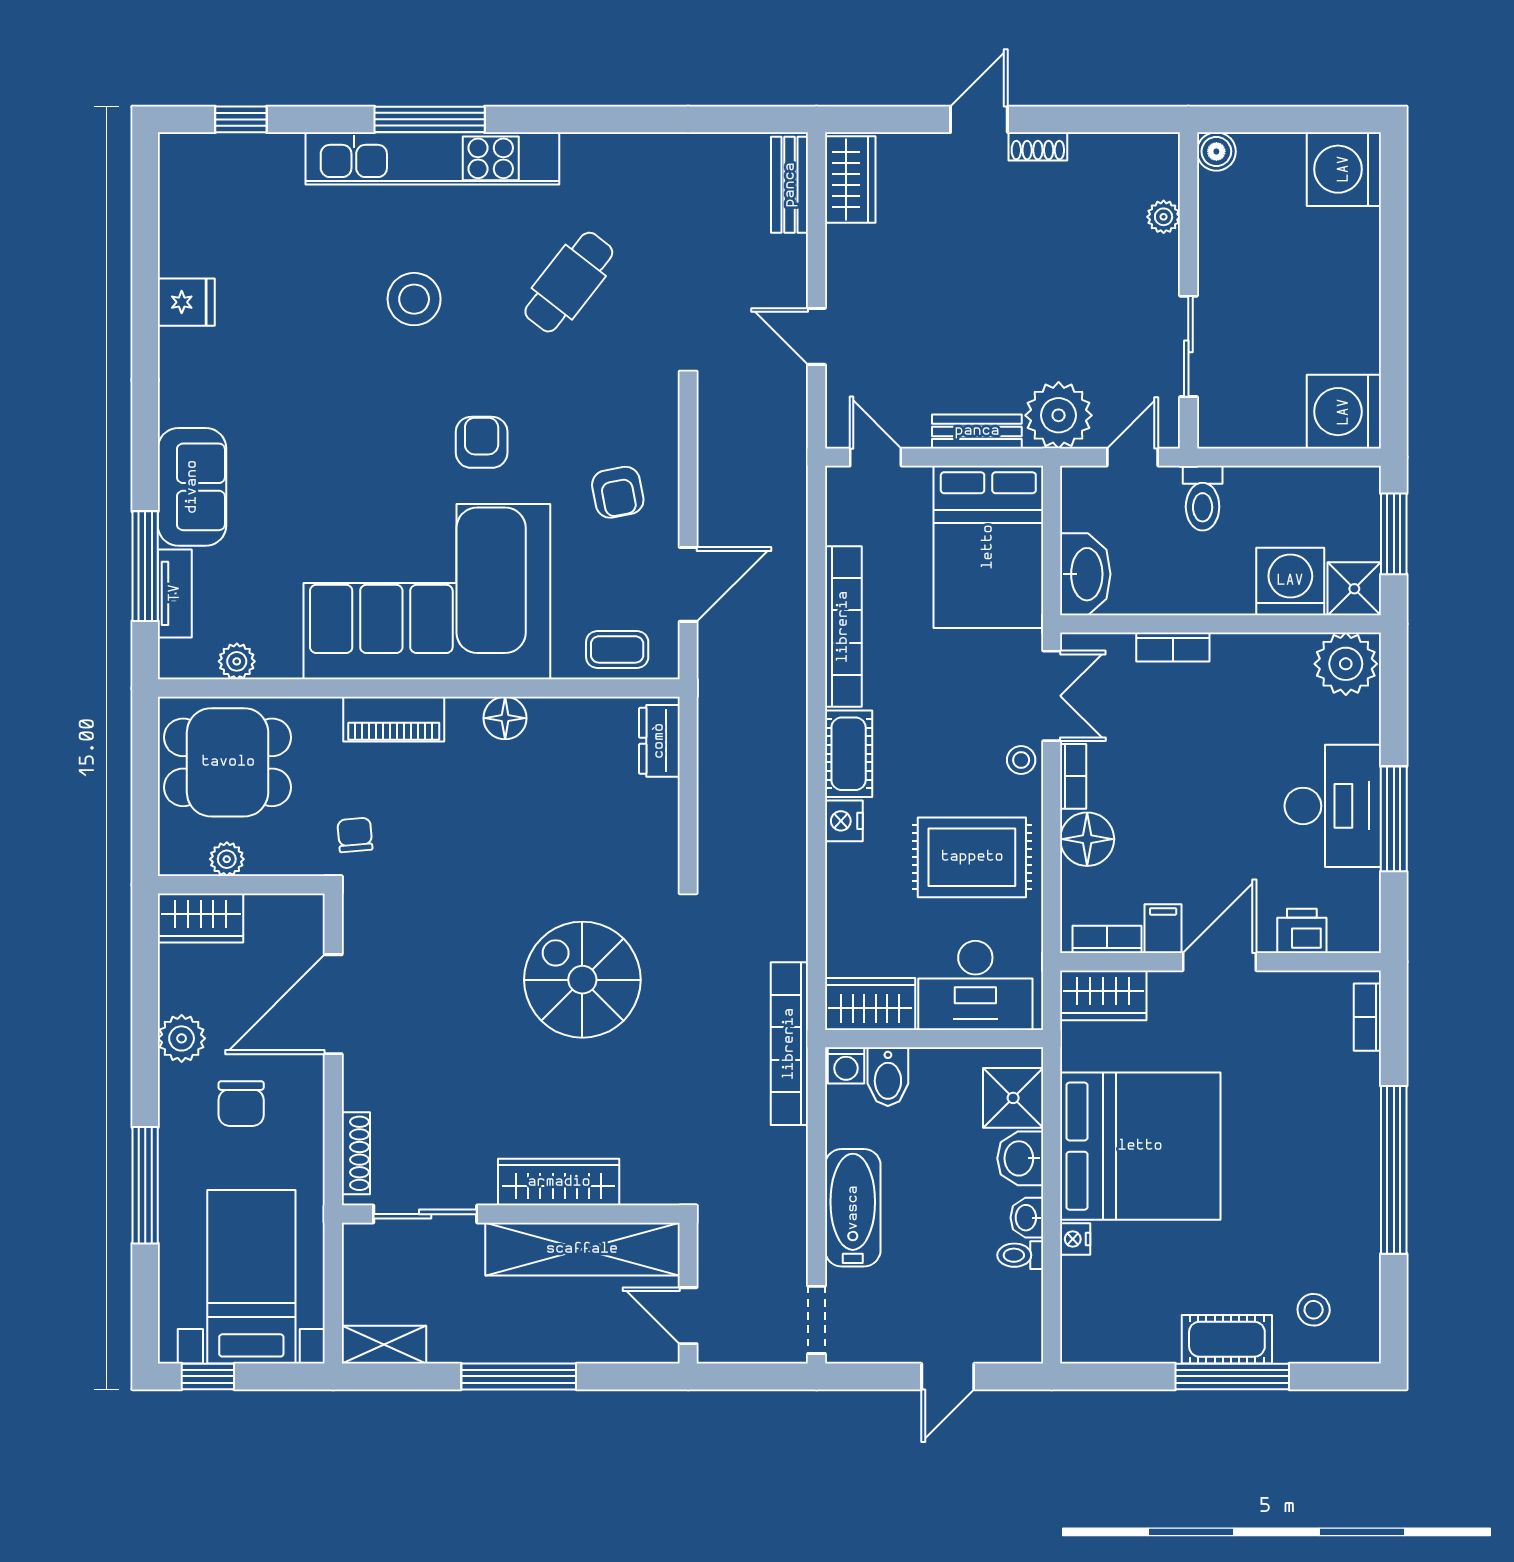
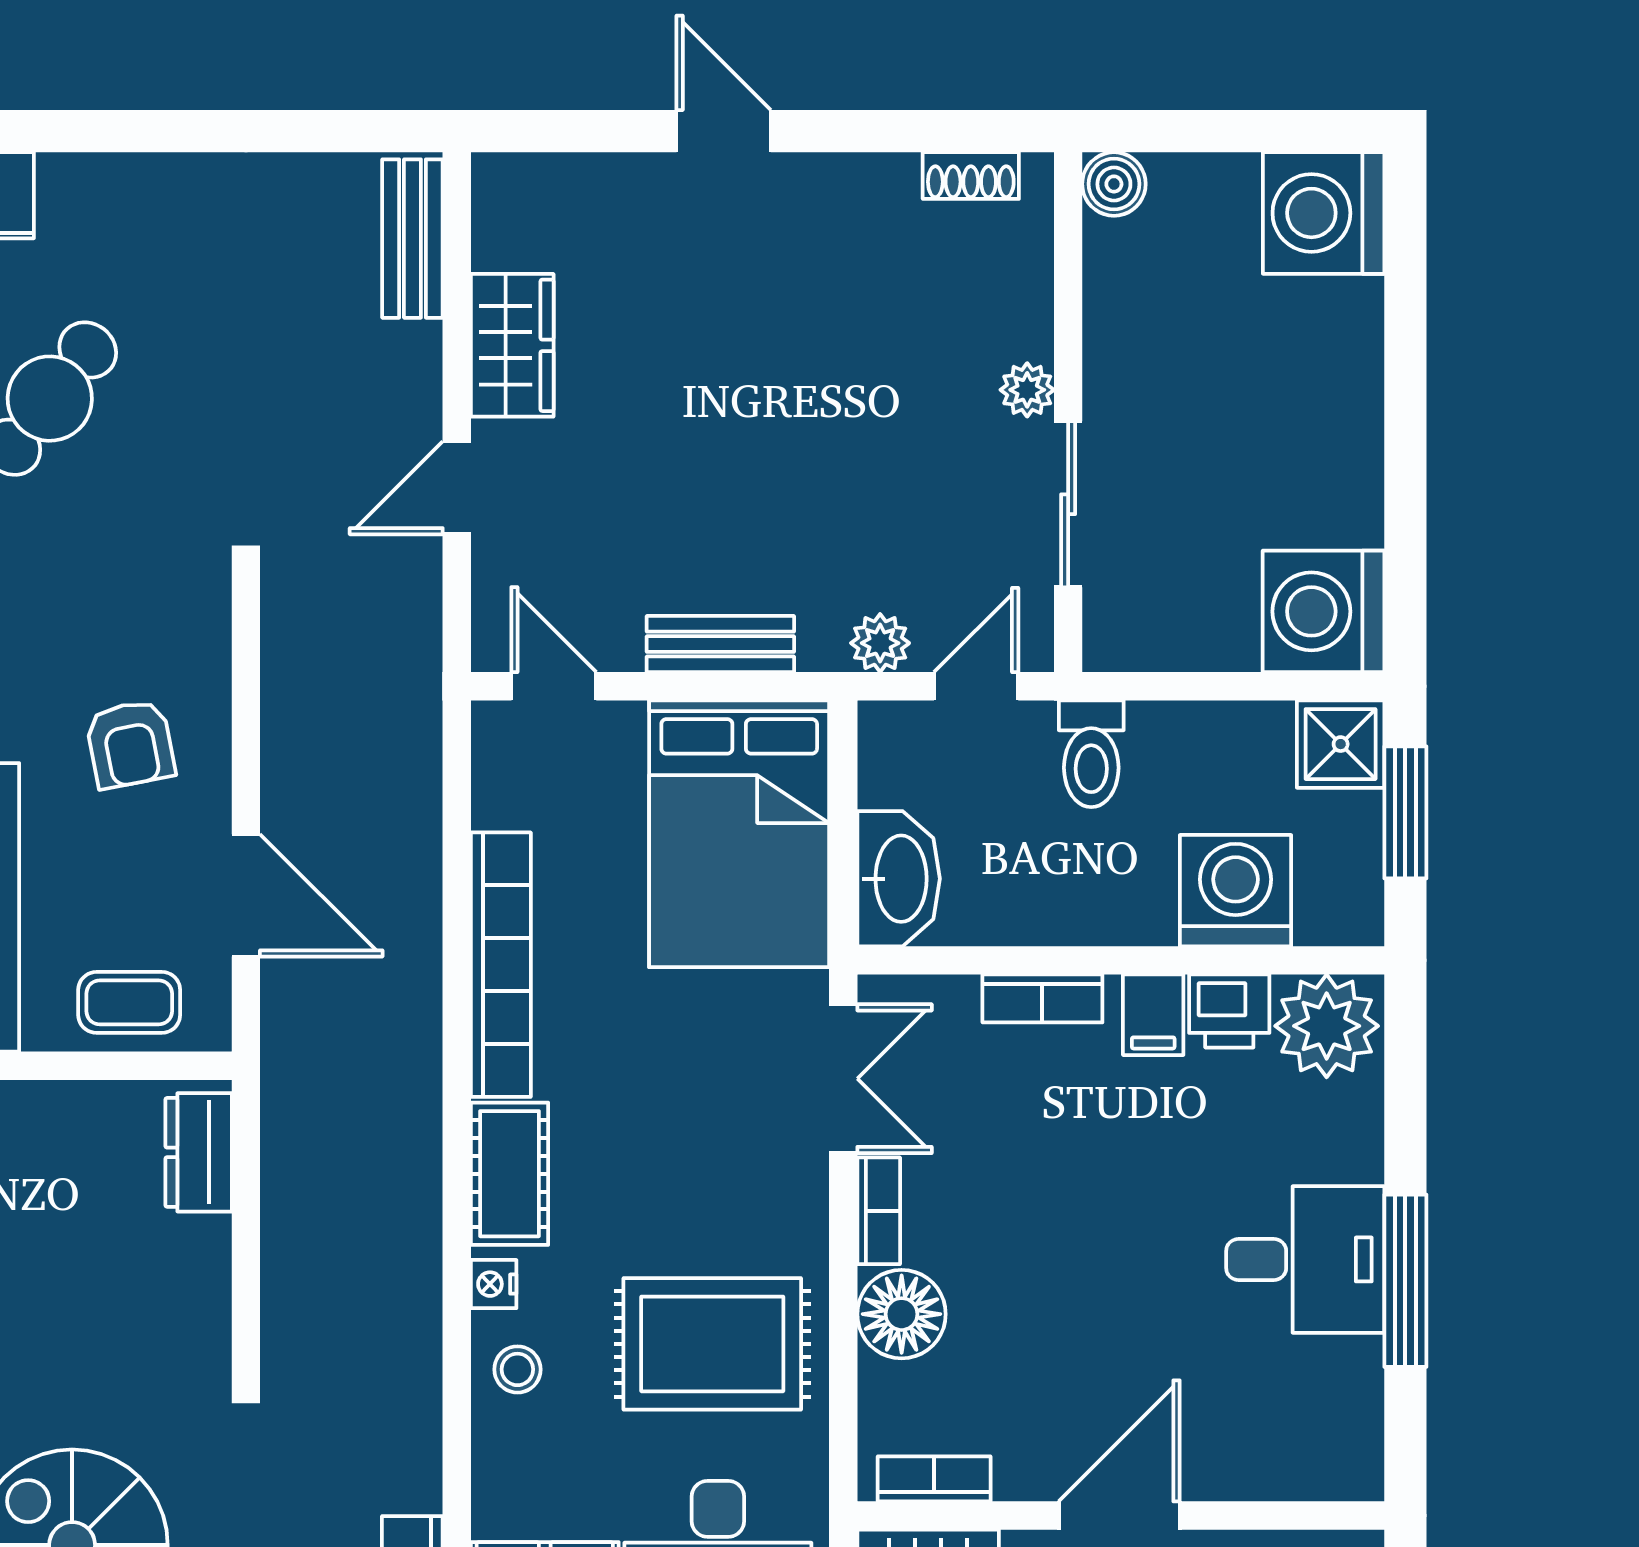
door: (979, 119) -> (724, 131), hinge flipped
shoe rack: (1038, 146) -> (971, 176), moved
wardrobe: (850, 180) -> (512, 345), moved
plant: (1164, 217) -> (1027, 390), moved
door: (816, 336) -> (457, 488), hinge flipped
plant: (1059, 415) -> (880, 643), width x0.53, depth x0.53
door: (688, 584) -> (246, 895), hinge flipped
shower: (1354, 589) -> (1341, 744), moved
stool: (1021, 760) -> (517, 1369), moved
desk: (1333, 806) -> (1305, 1259), width x0.73
nightstand: (844, 821) -> (494, 1284), width x0.72, depth x0.74
filing cabinet: (1163, 929) -> (1153, 1015), moved, turned 180
printer: (1302, 931) -> (1229, 1011), moved, turned 180

